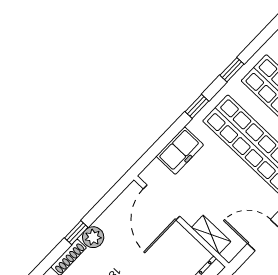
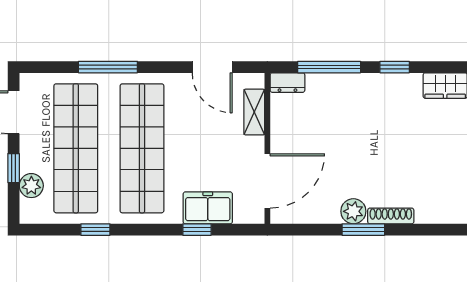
window: (197, 106) -> (197, 230), moved
window: (76, 233) -> (363, 230), width x1.50

